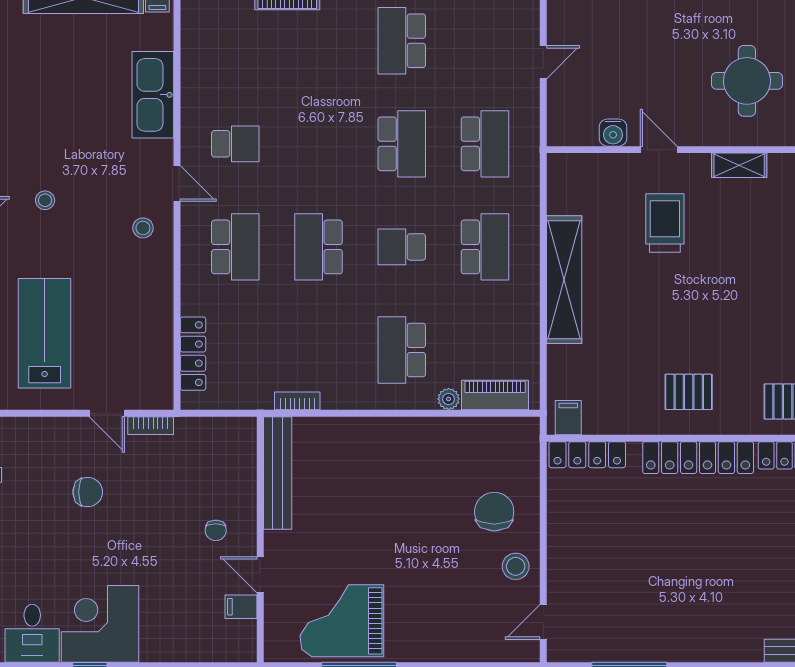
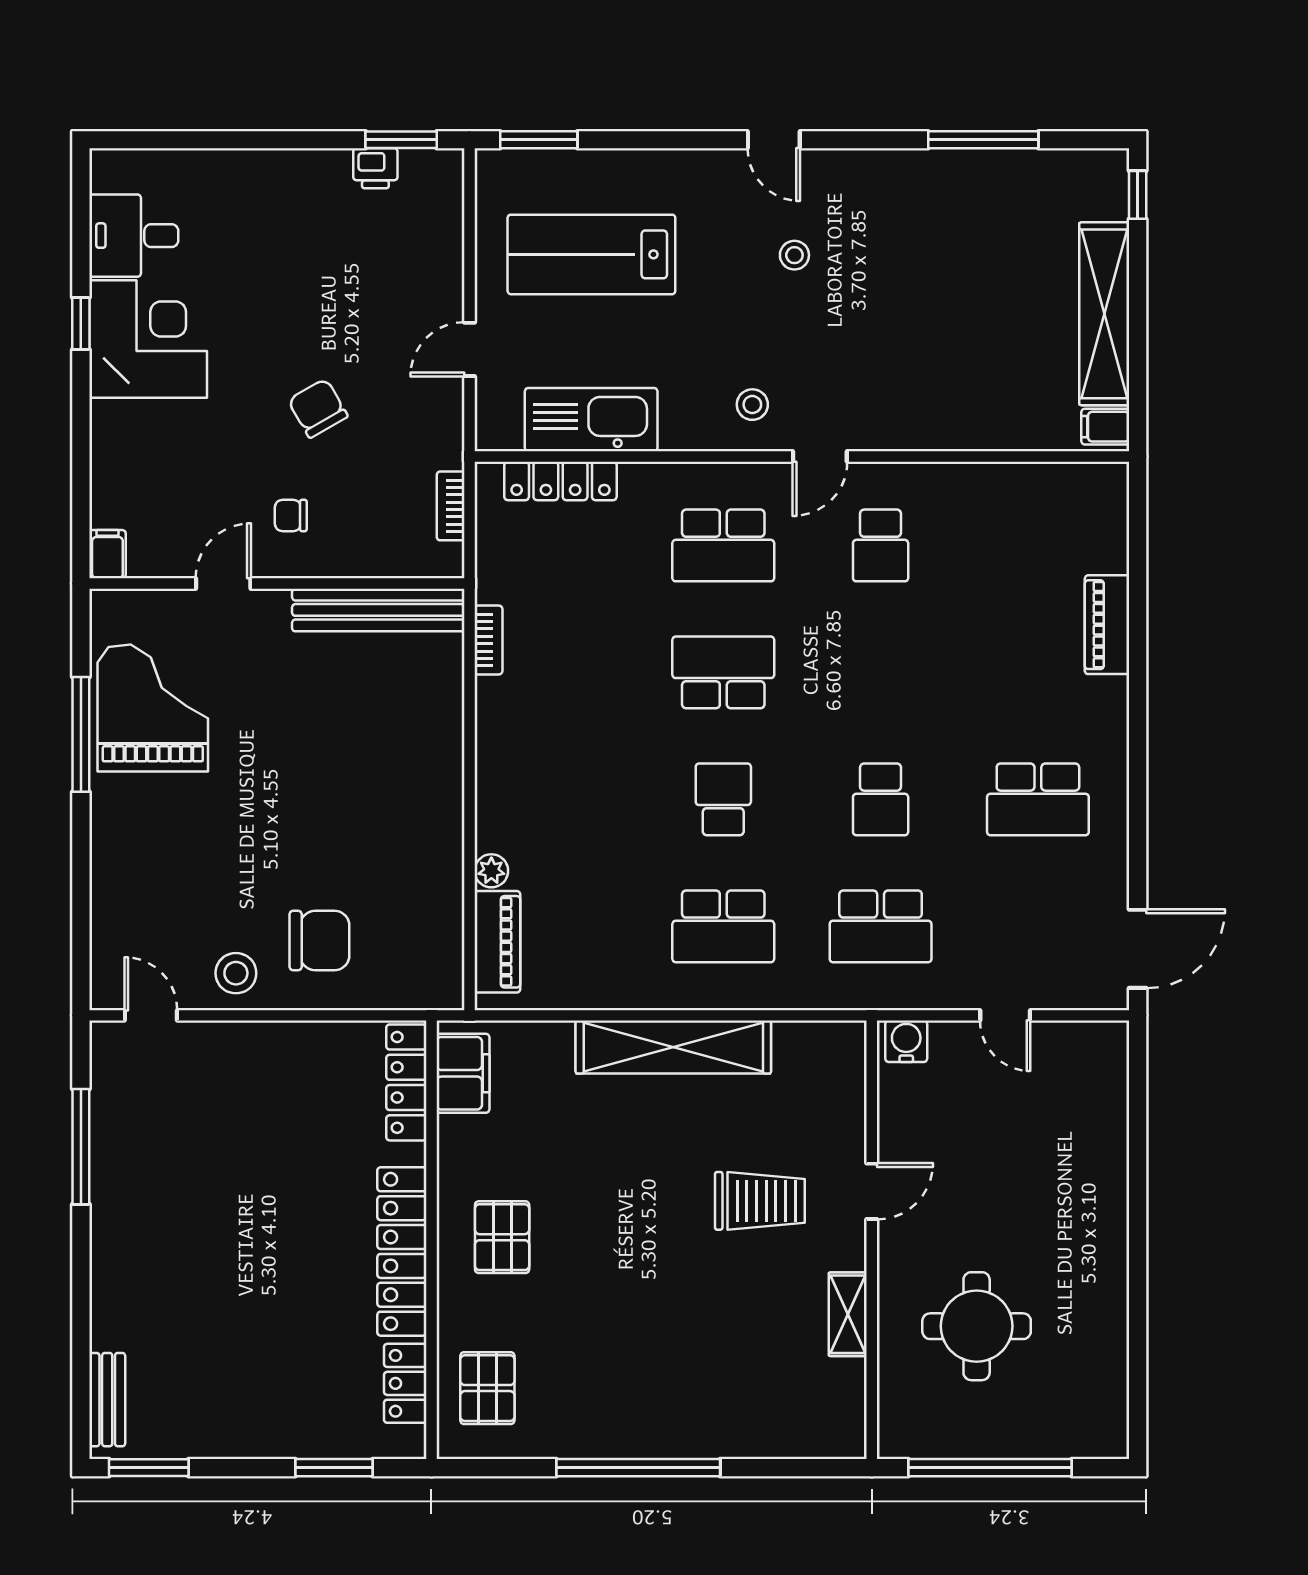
school desk: (402, 41) -> (1038, 799), turned 180
kitchen sink: (153, 95) -> (591, 420), moved
water cooler: (613, 133) -> (906, 1041), moved, turned 90
school desk: (402, 144) -> (881, 799), width x0.54
lab bench: (45, 333) -> (591, 254), turned 180
school desk: (402, 350) -> (566, 799), removed
filing cabinet: (568, 418) -> (463, 1073), width x2.00
bookcase: (151, 426) -> (451, 506), moved
chair: (88, 492) -> (318, 408), moved, turned 150
filing cabinet: (241, 607) -> (107, 554), moved

